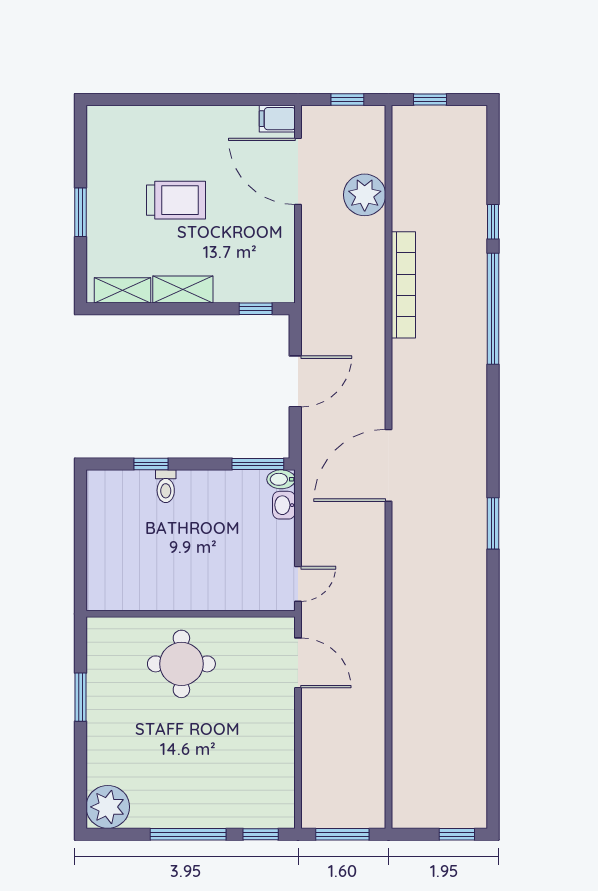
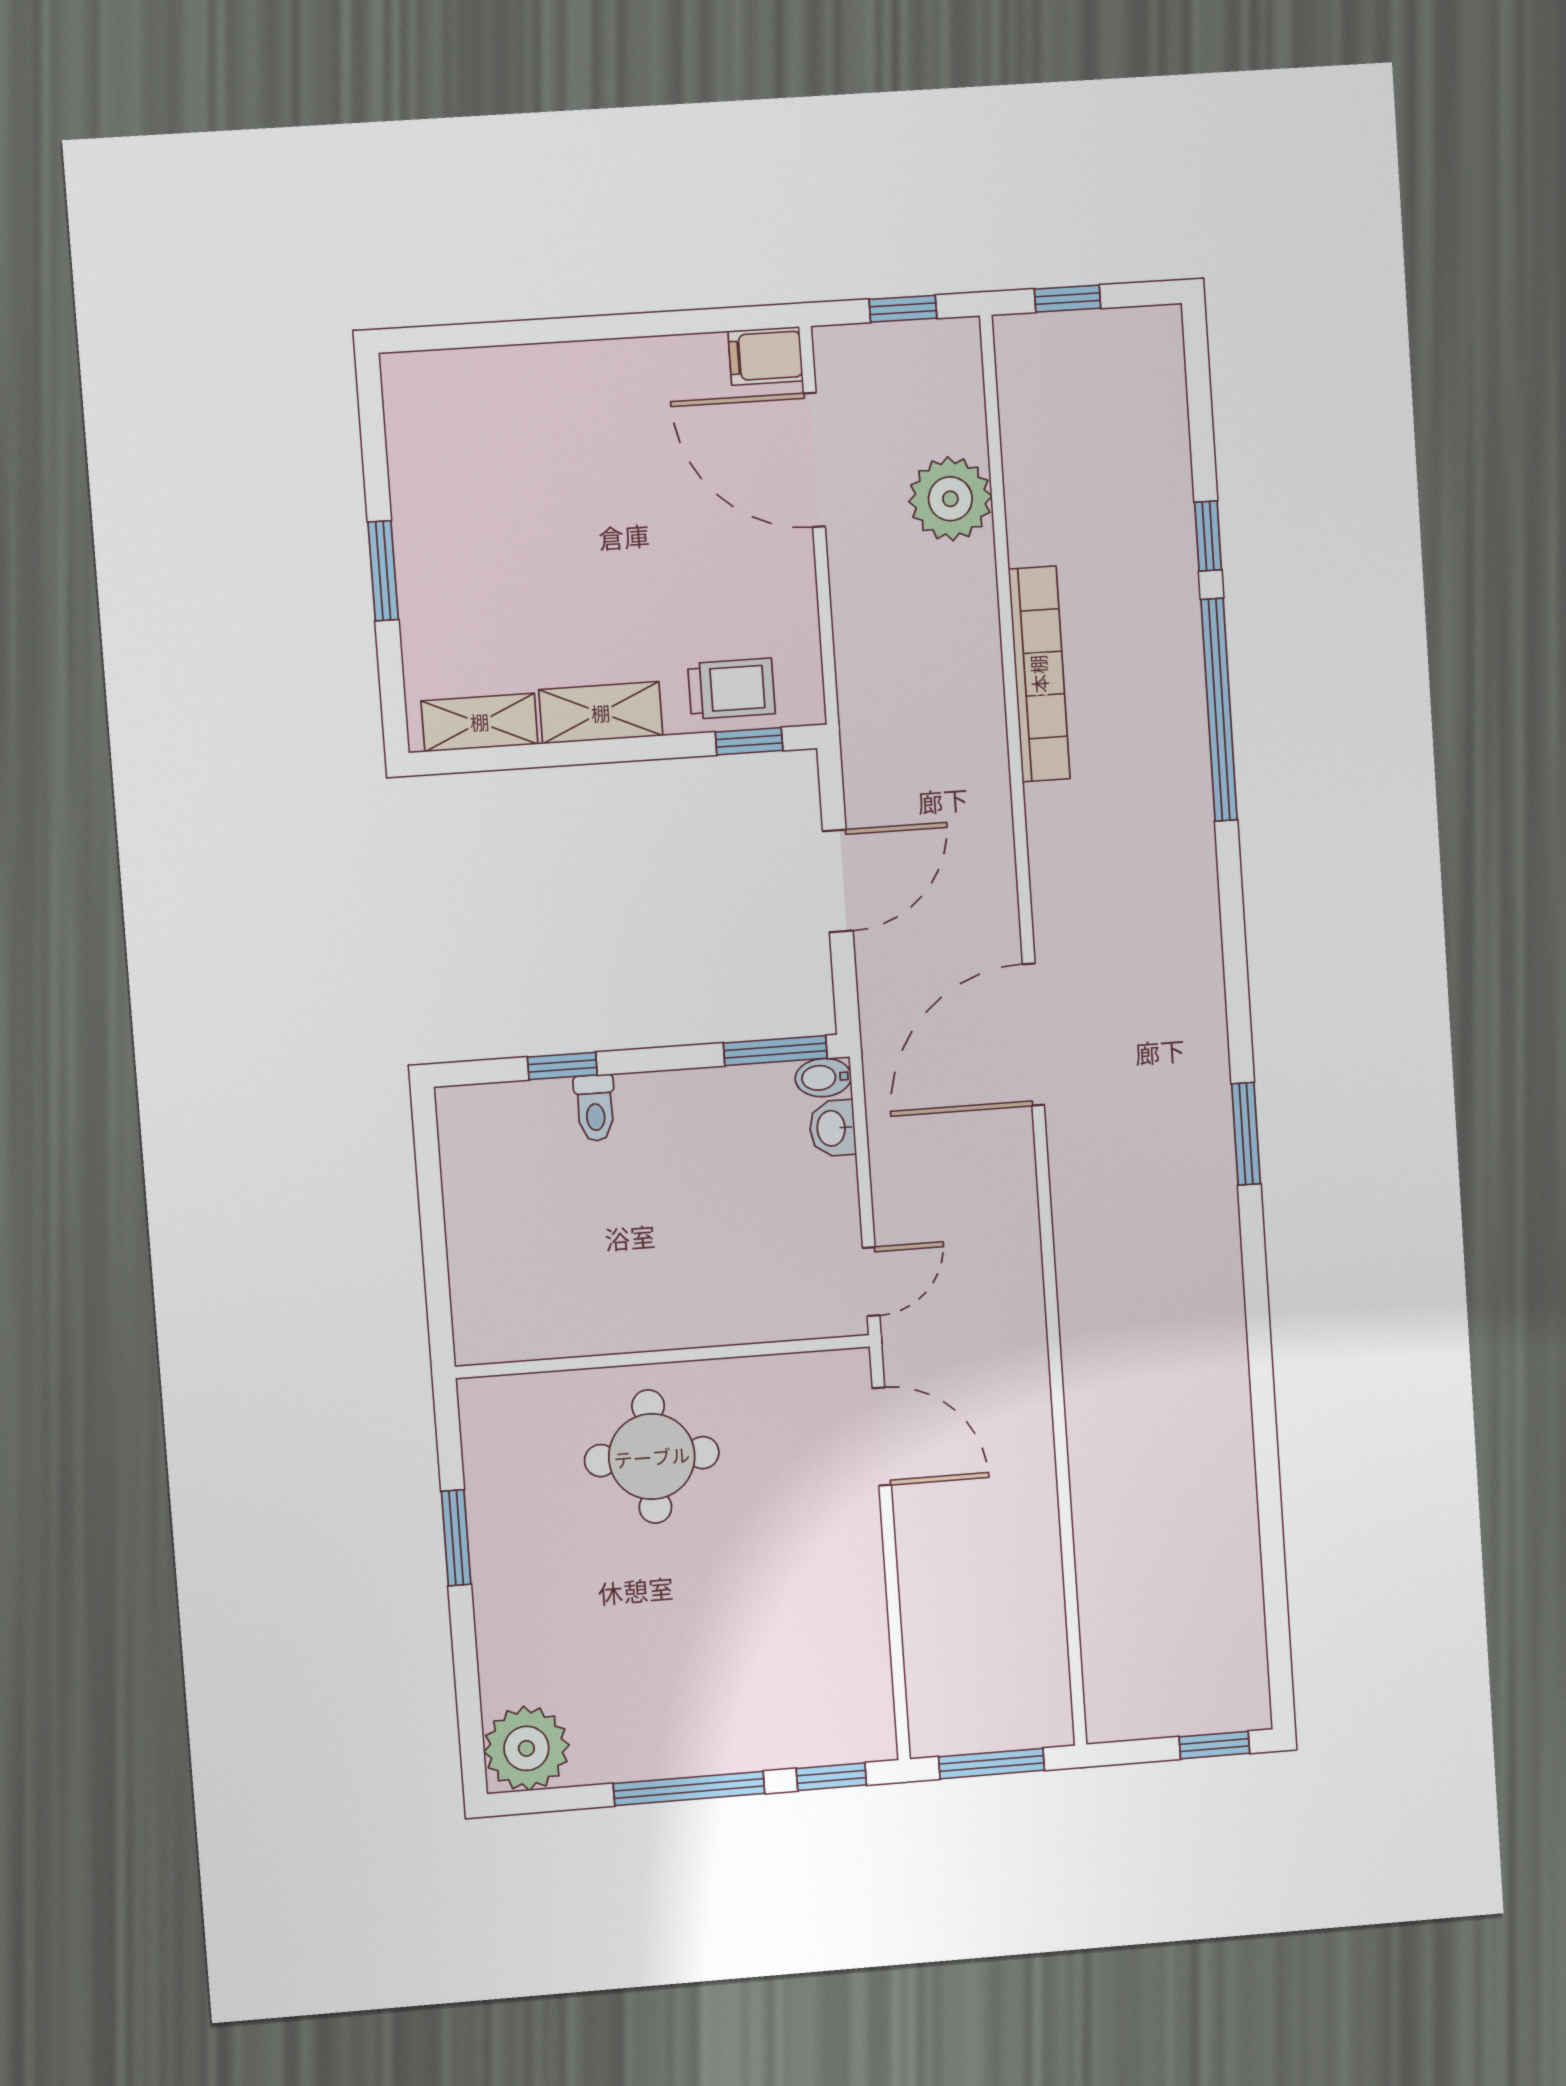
trolley: (176, 200) -> (731, 689), moved, width x0.73, depth x0.72

